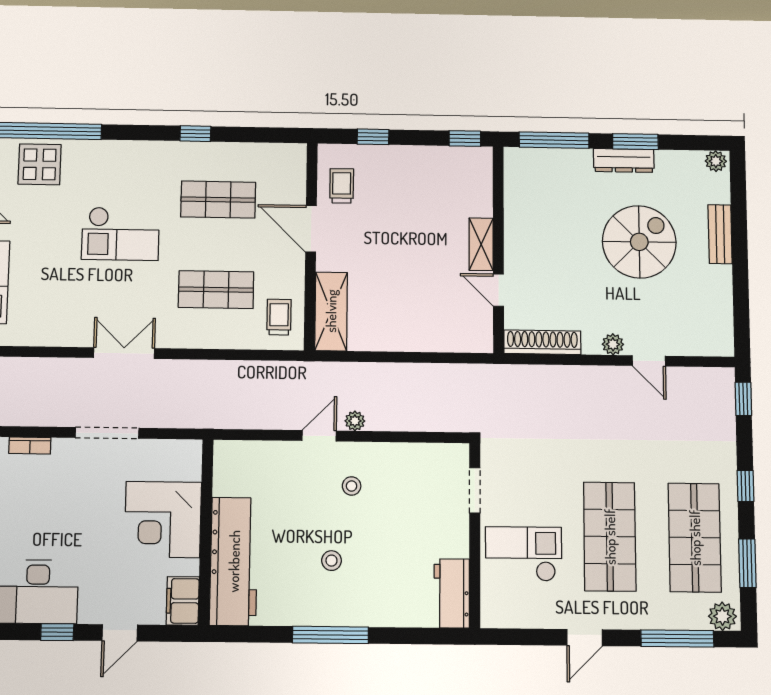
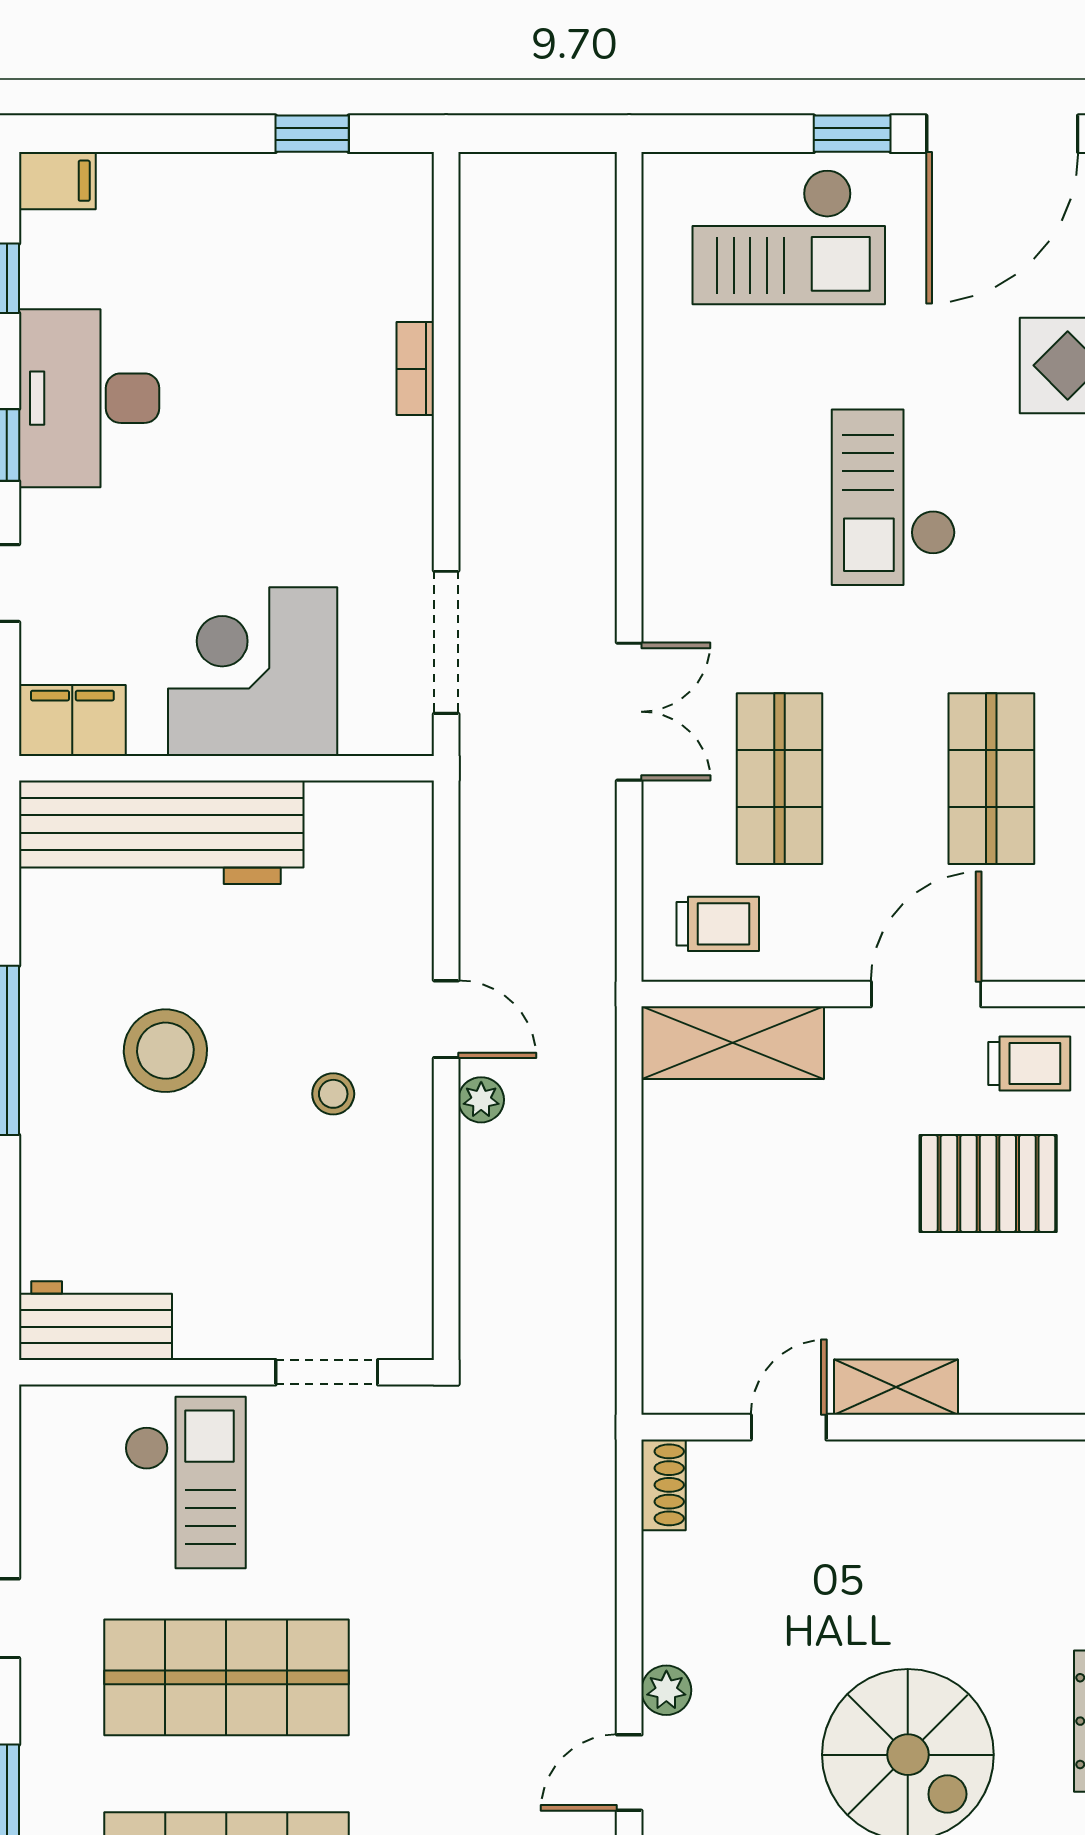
pallet: (393, 204) -> (988, 1183), added
checkout: (120, 234) -> (894, 497), moved
shoe rack: (542, 342) -> (663, 1485), width x0.51, depth x0.81
double door: (124, 353) -> (629, 712), moved
doorway: (107, 433) -> (446, 642), moved
stool: (331, 561) -> (165, 1051), width x1.89, depth x1.89

